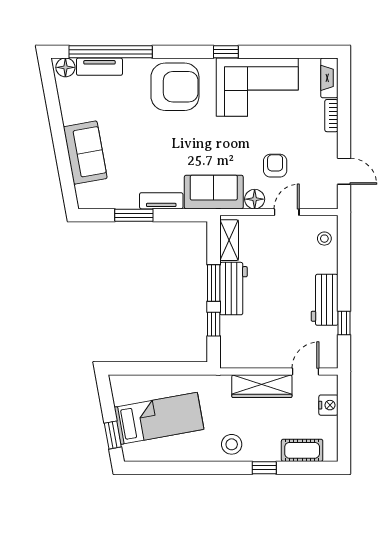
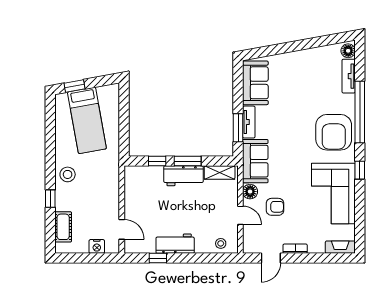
window: (111, 52) -> (360, 112), moved
bookcase: (331, 116) -> (295, 249), moved
sofa: (85, 153) -> (255, 83), moved, turned -80
window: (134, 215) -> (238, 128), moved
wardrobe: (262, 386) -> (111, 197), removed

